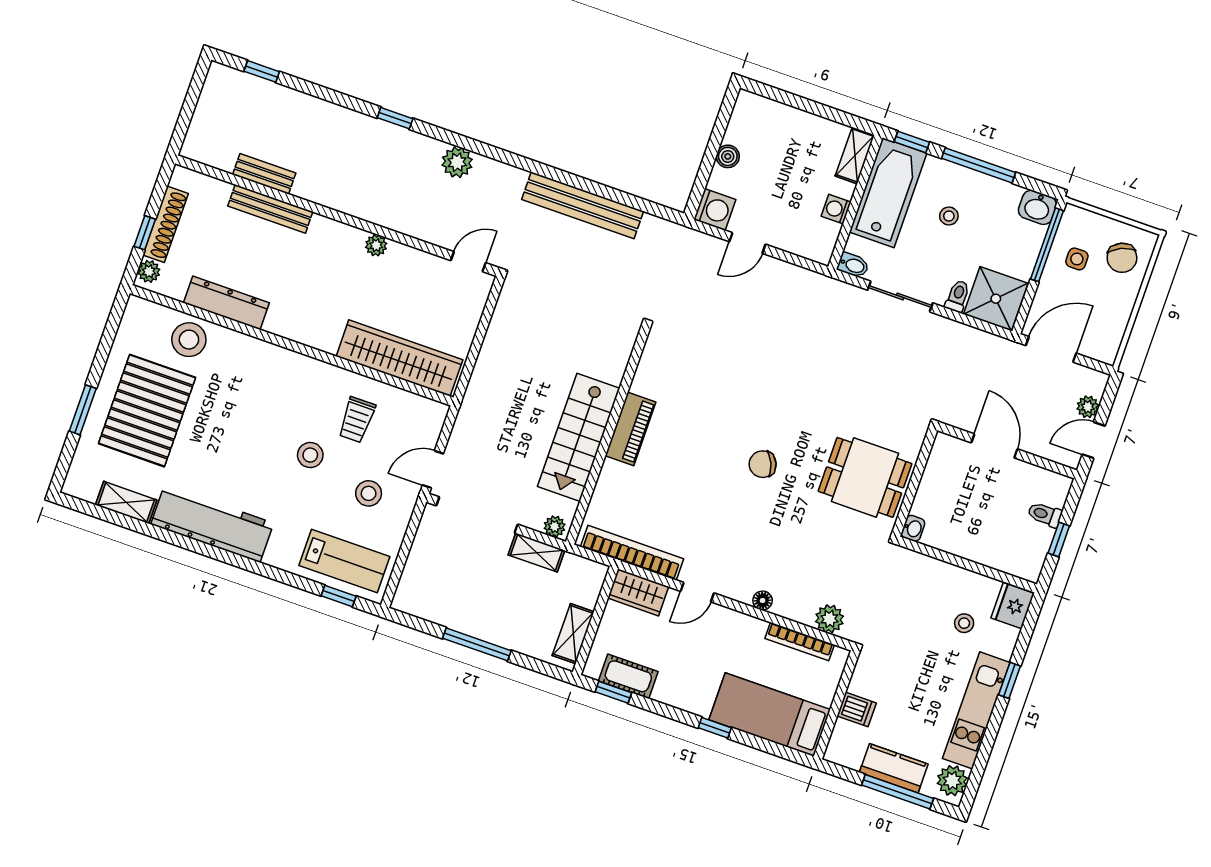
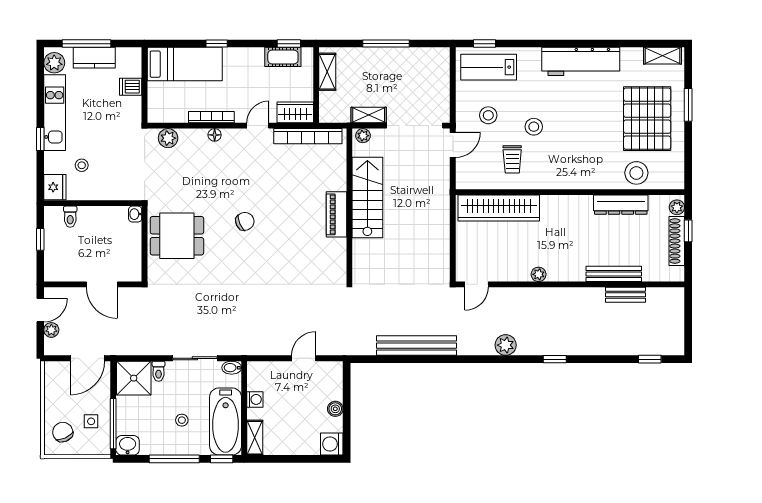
washing machine: (715, 210) -> (332, 444), moved
trolley: (357, 420) -> (512, 159), turned 180
shelving: (126, 502) -> (663, 56), moved
toilet: (1045, 514) -> (70, 217), moved, turned 90
bookcase: (800, 642) -> (211, 117), moved

